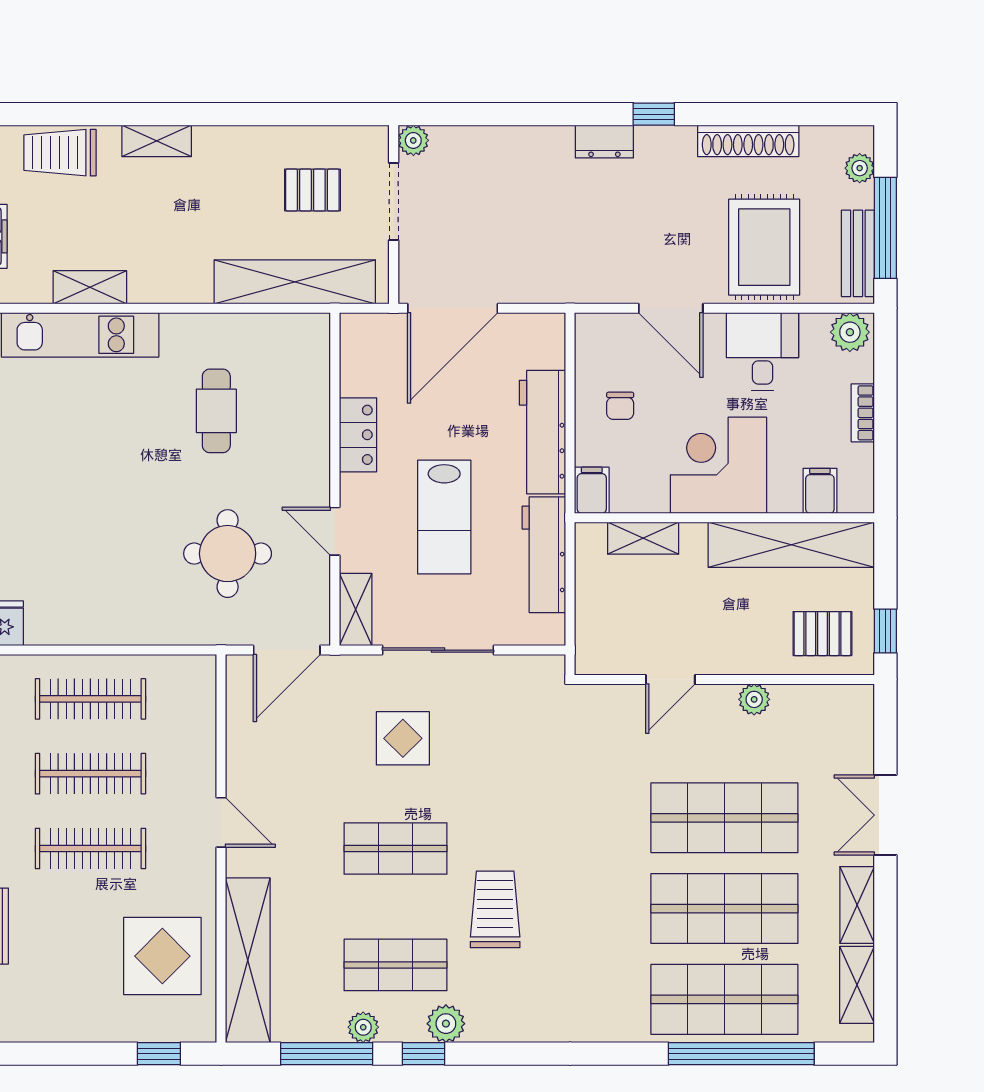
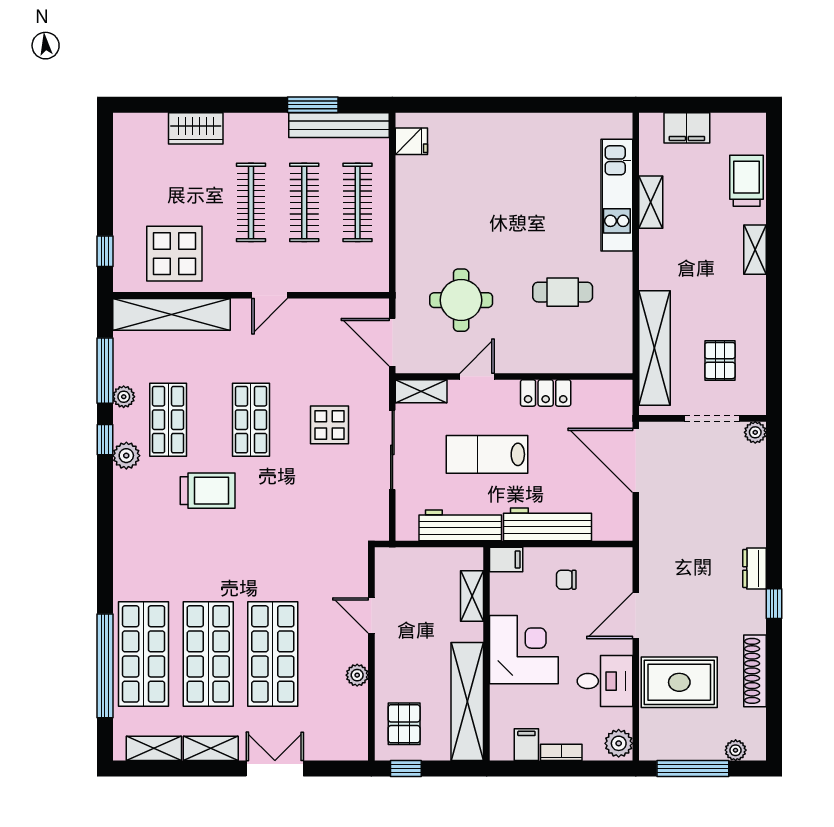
bench: (858, 253) -> (675, 749), removed
filing cabinet: (820, 491) -> (526, 745), moved, turned -90

